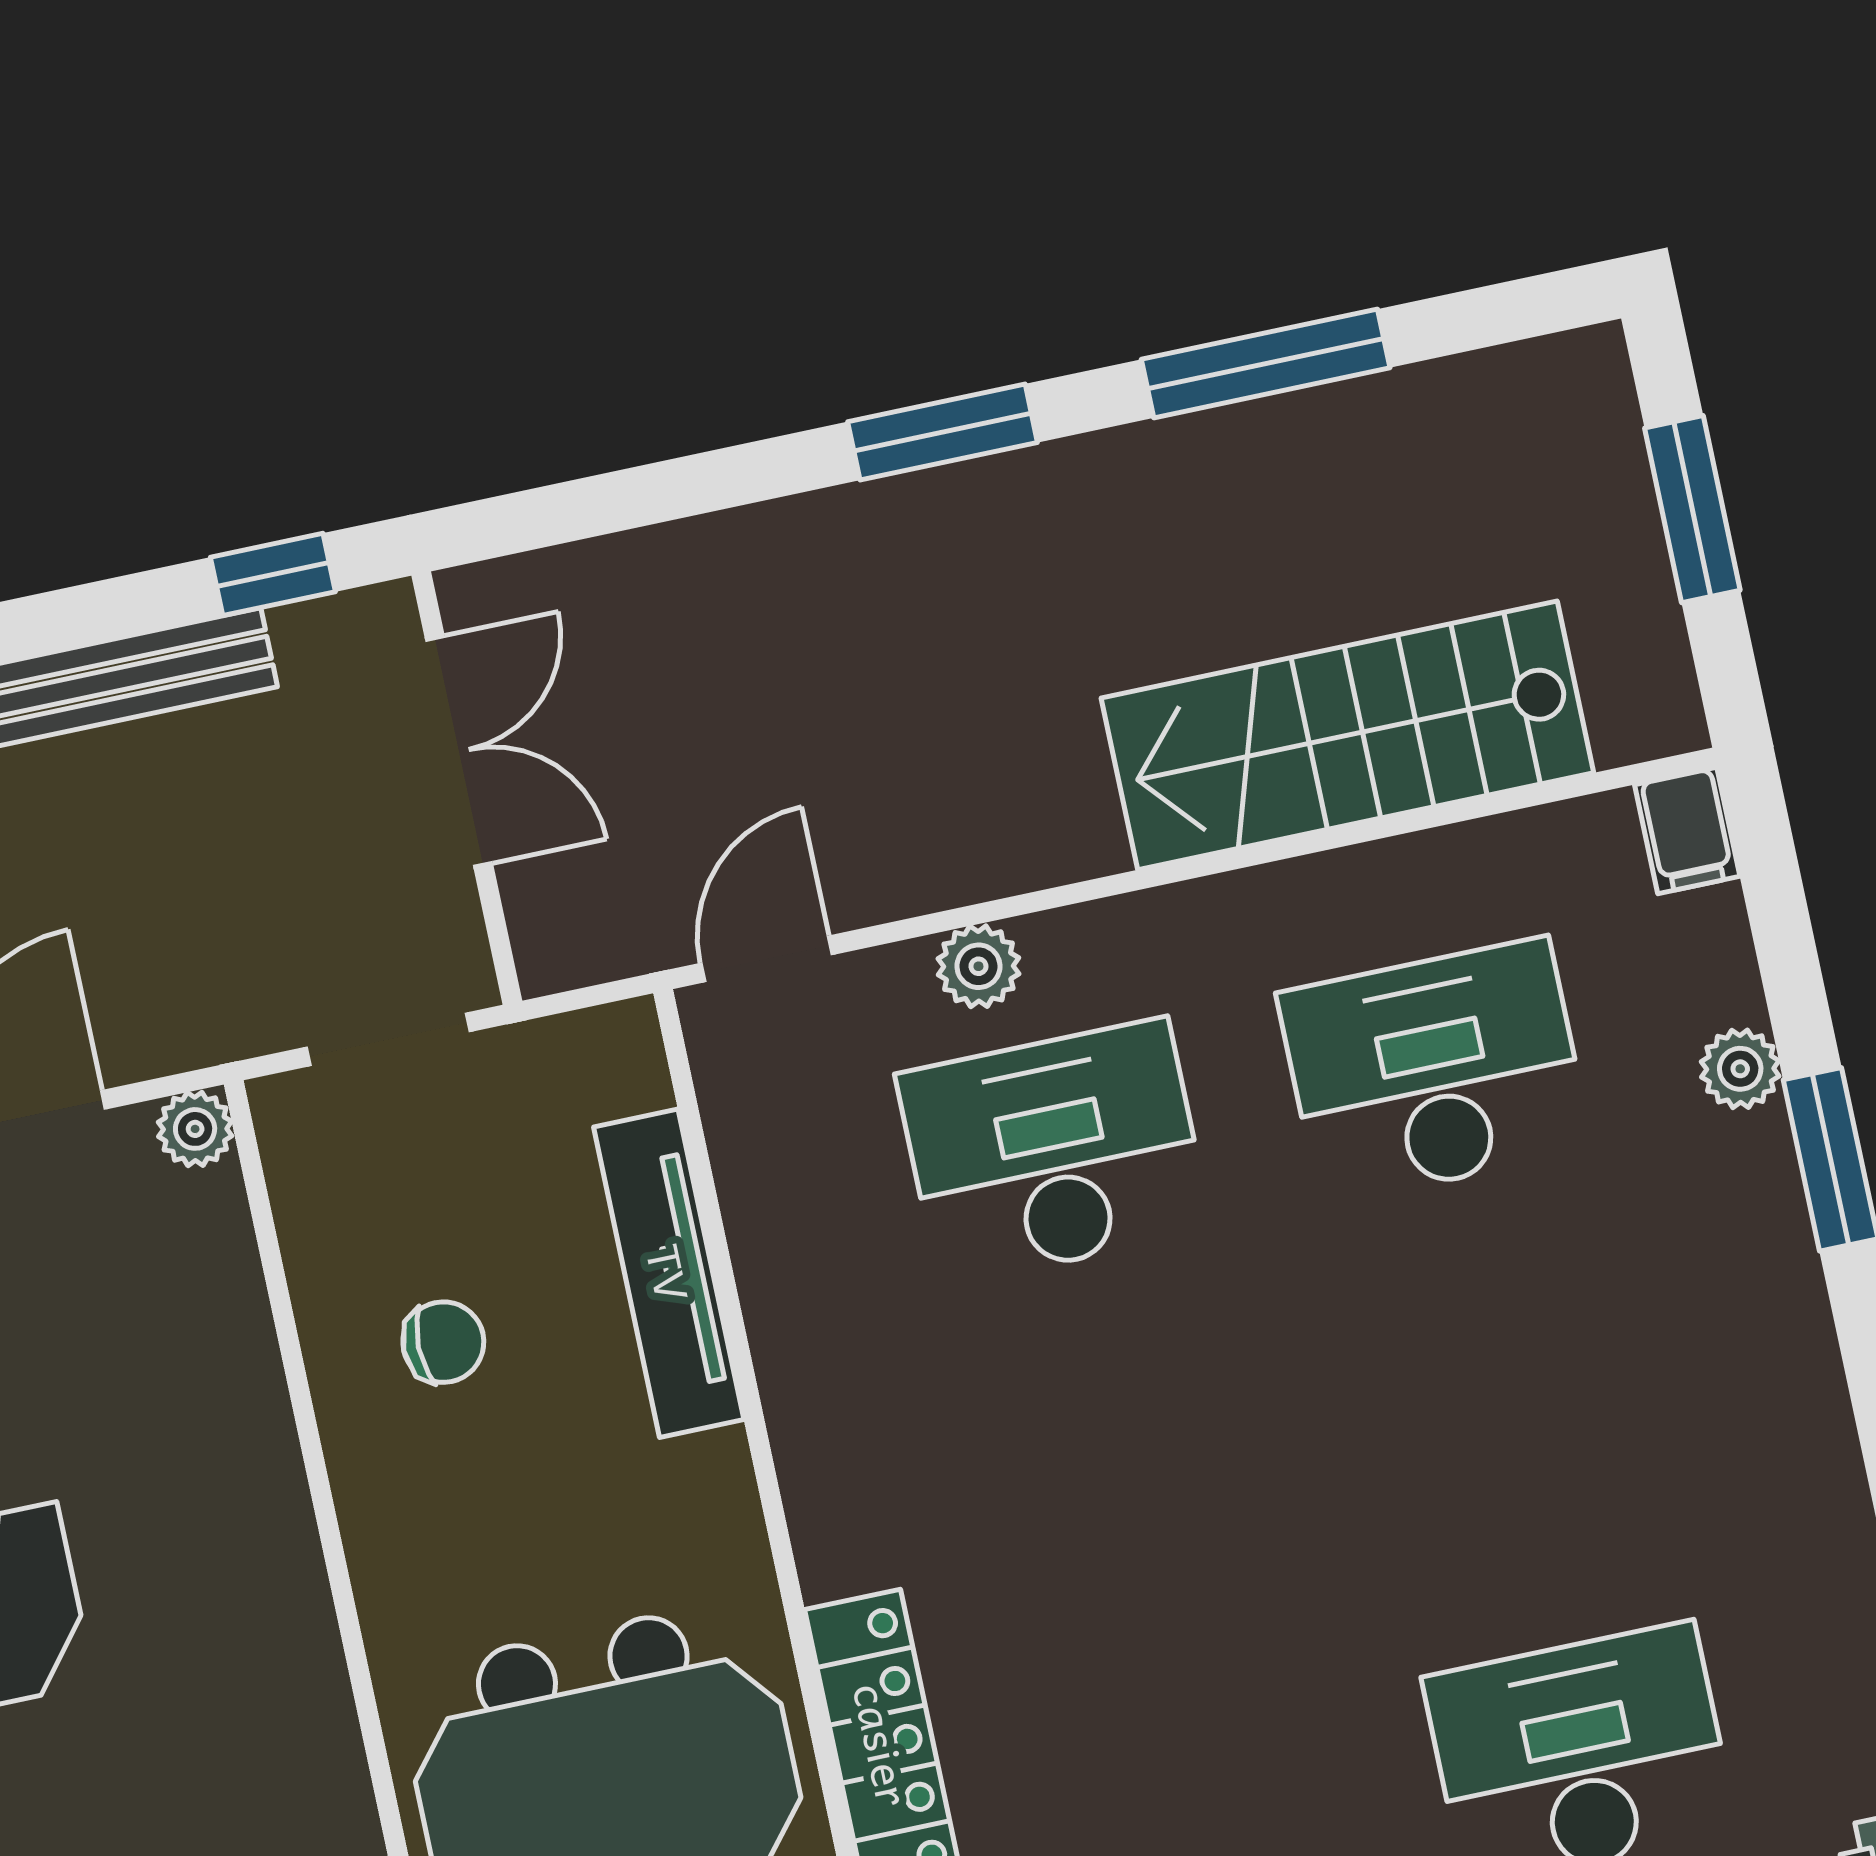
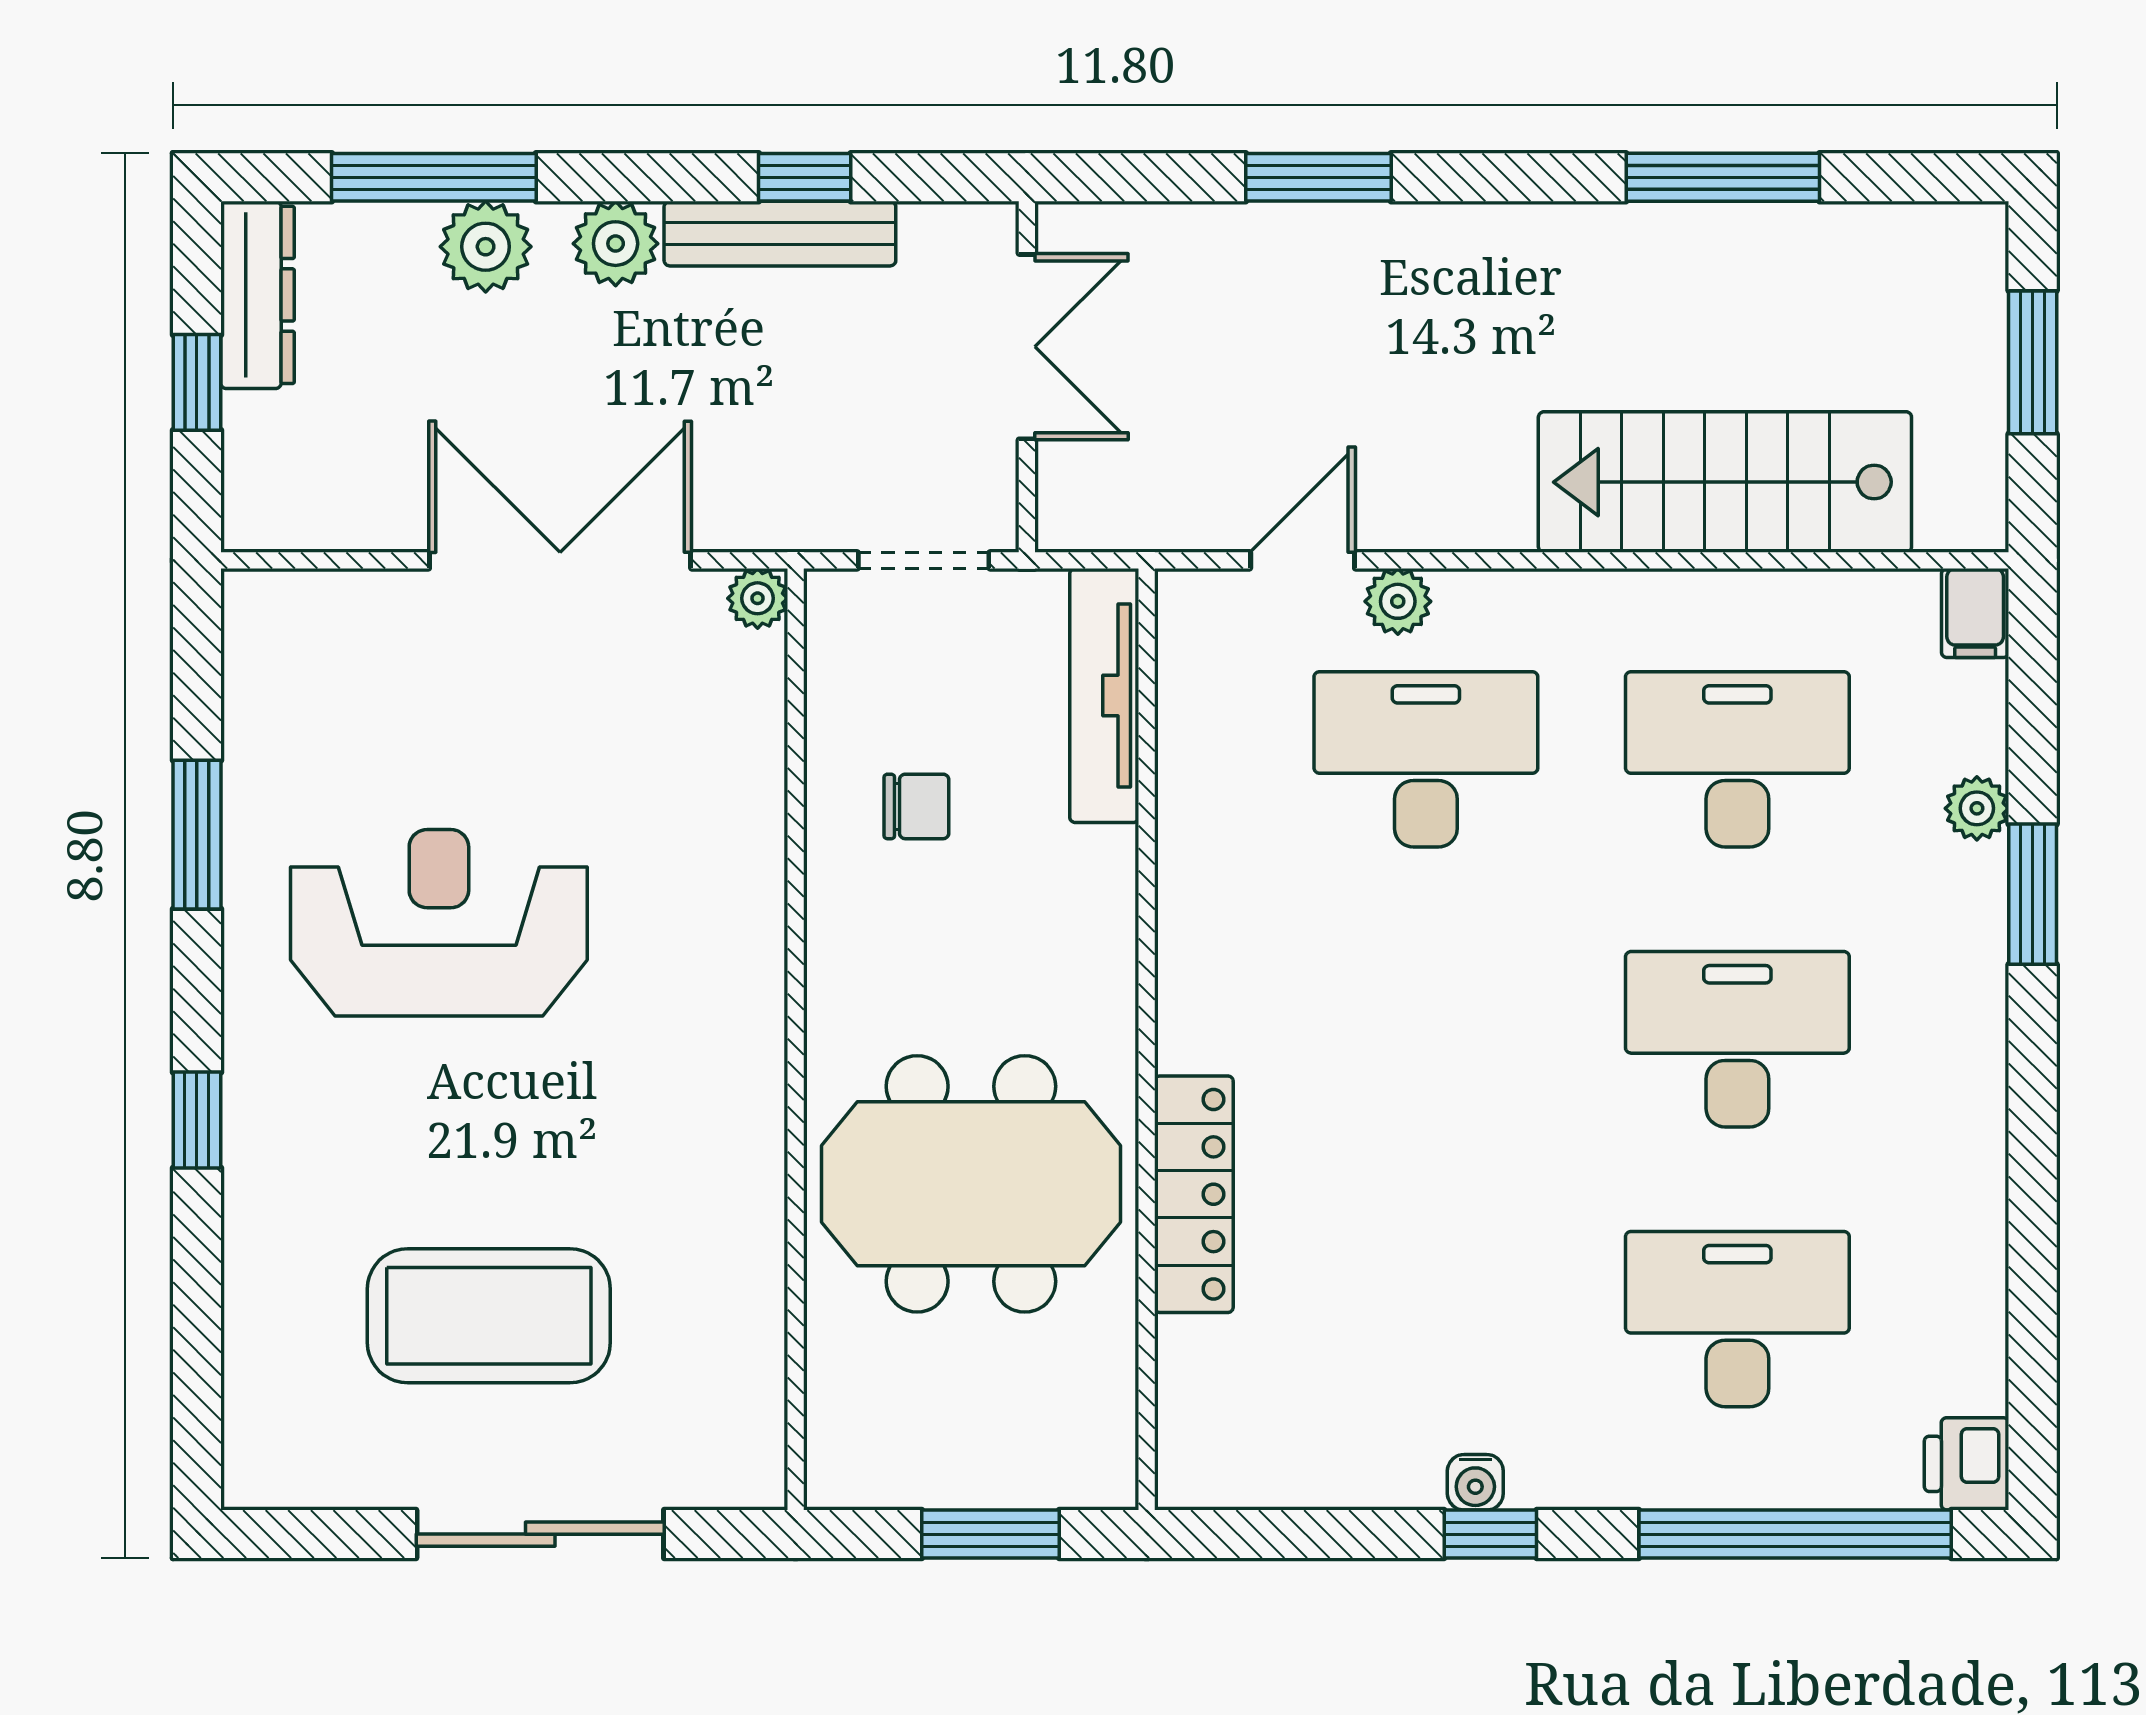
window: (943, 432) -> (1318, 177), moved
window: (273, 574) -> (805, 177), moved
door: (767, 959) -> (1303, 560), moved
tv unit: (669, 1273) -> (1104, 695), moved
desk: (1507, 1413) -> (1737, 1039), added

